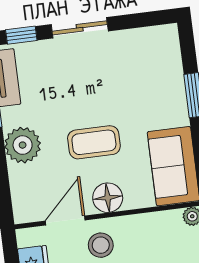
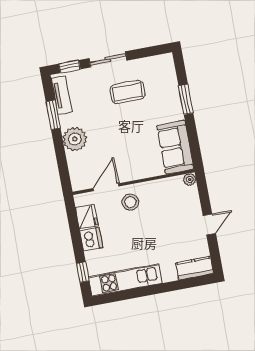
coffee table: (94, 142) -> (127, 92), moved
floor lamp: (108, 198) -> (133, 171), removed

